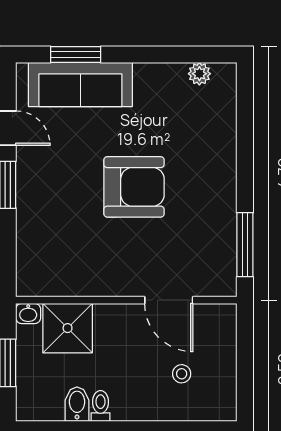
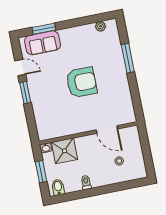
sofa: (80, 84) -> (43, 43), width x0.73
window: (245, 245) -> (128, 58), moved
bidet: (77, 404) -> (58, 187), moved

